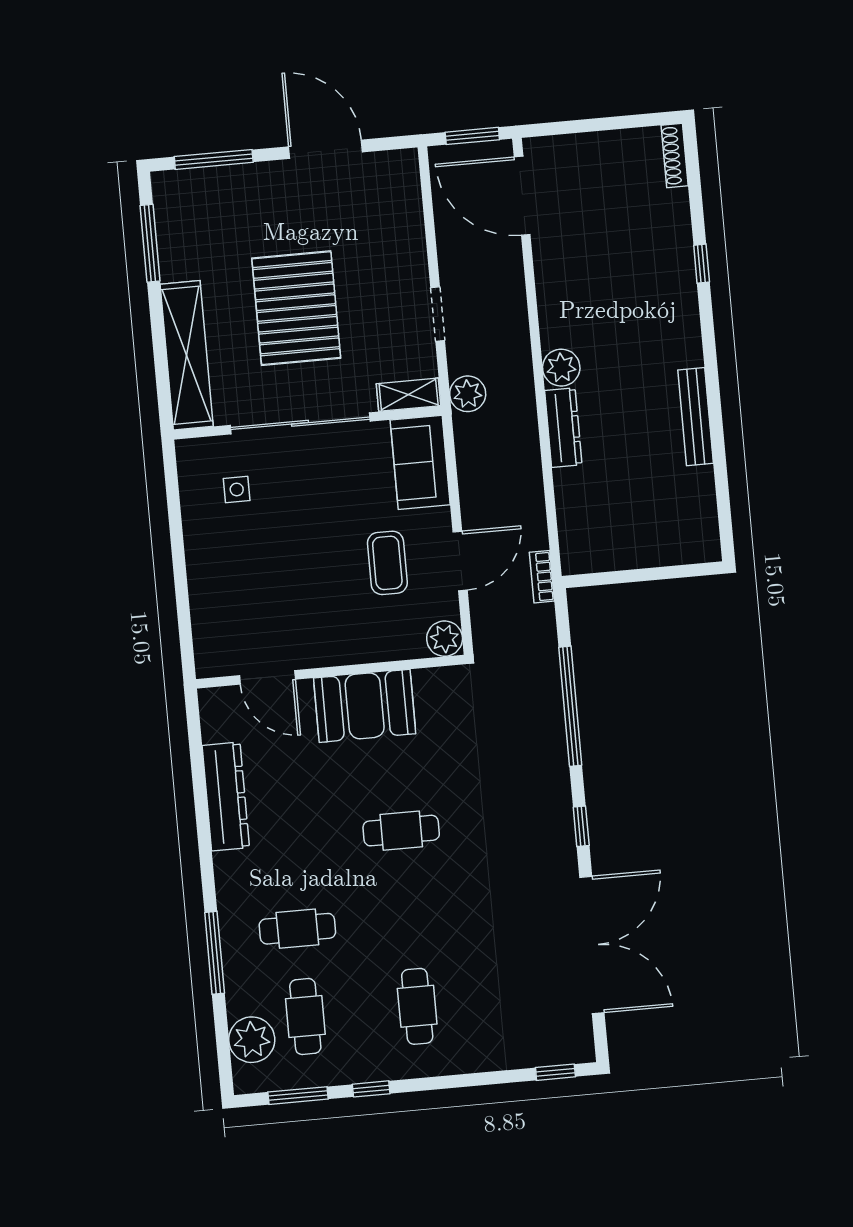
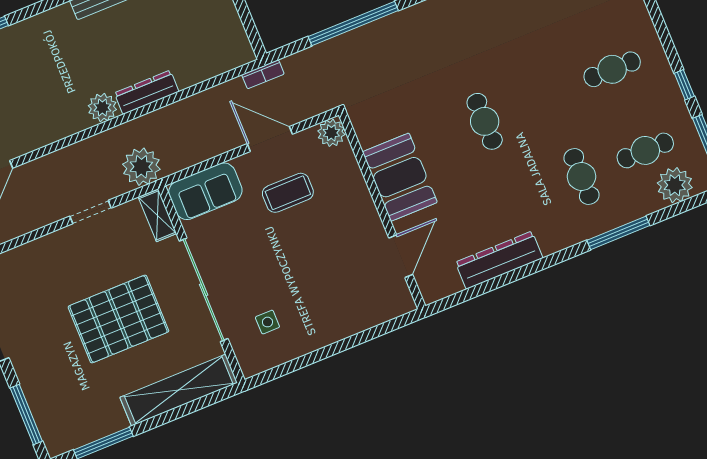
plant: (468, 394) -> (141, 167), width x1.36, depth x1.36

